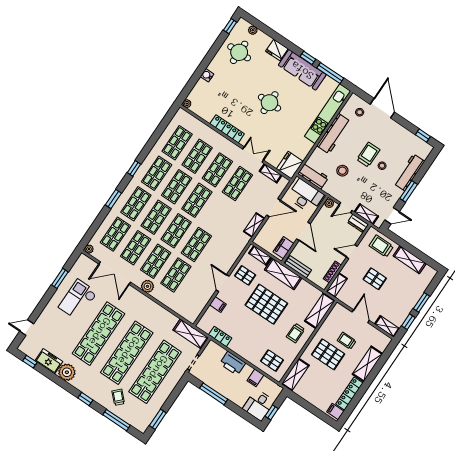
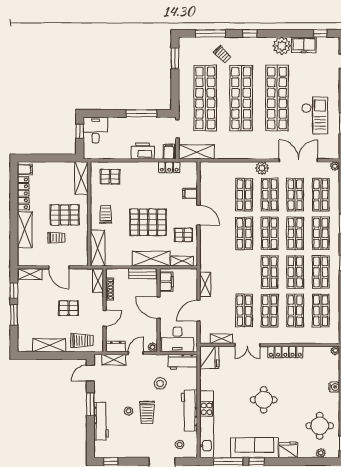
filing cabinet: (255, 378) -> (169, 152), moved

